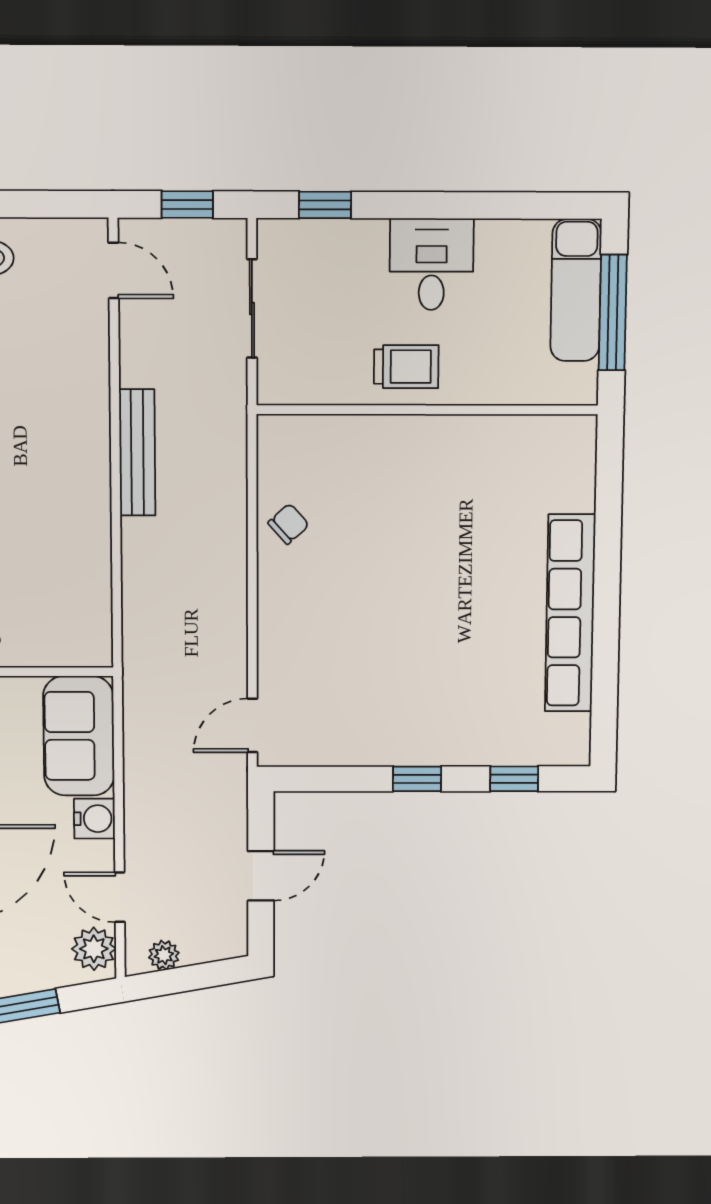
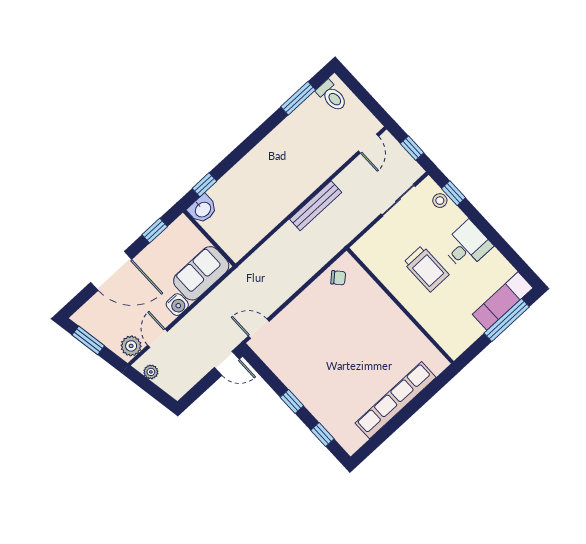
stool: (316, 239) -> (440, 201), added
trolley: (406, 367) -> (426, 269), width x1.36, depth x1.39
wall: (427, 410) -> (400, 306), moved
door: (261, 876) -> (227, 363), moved

